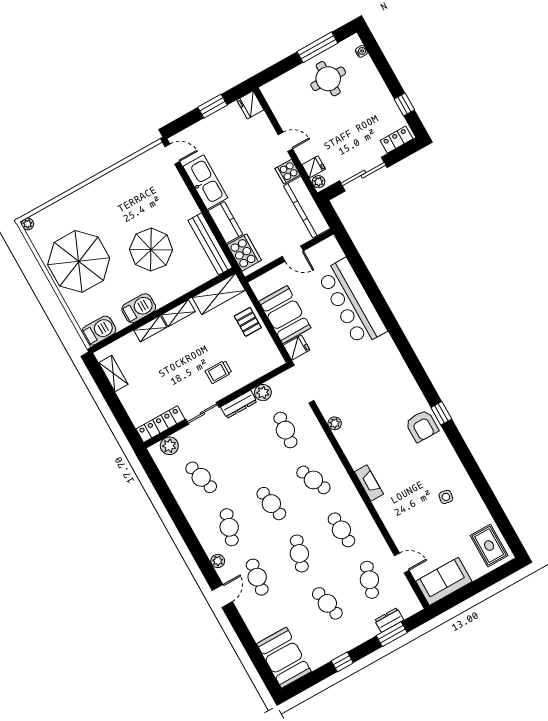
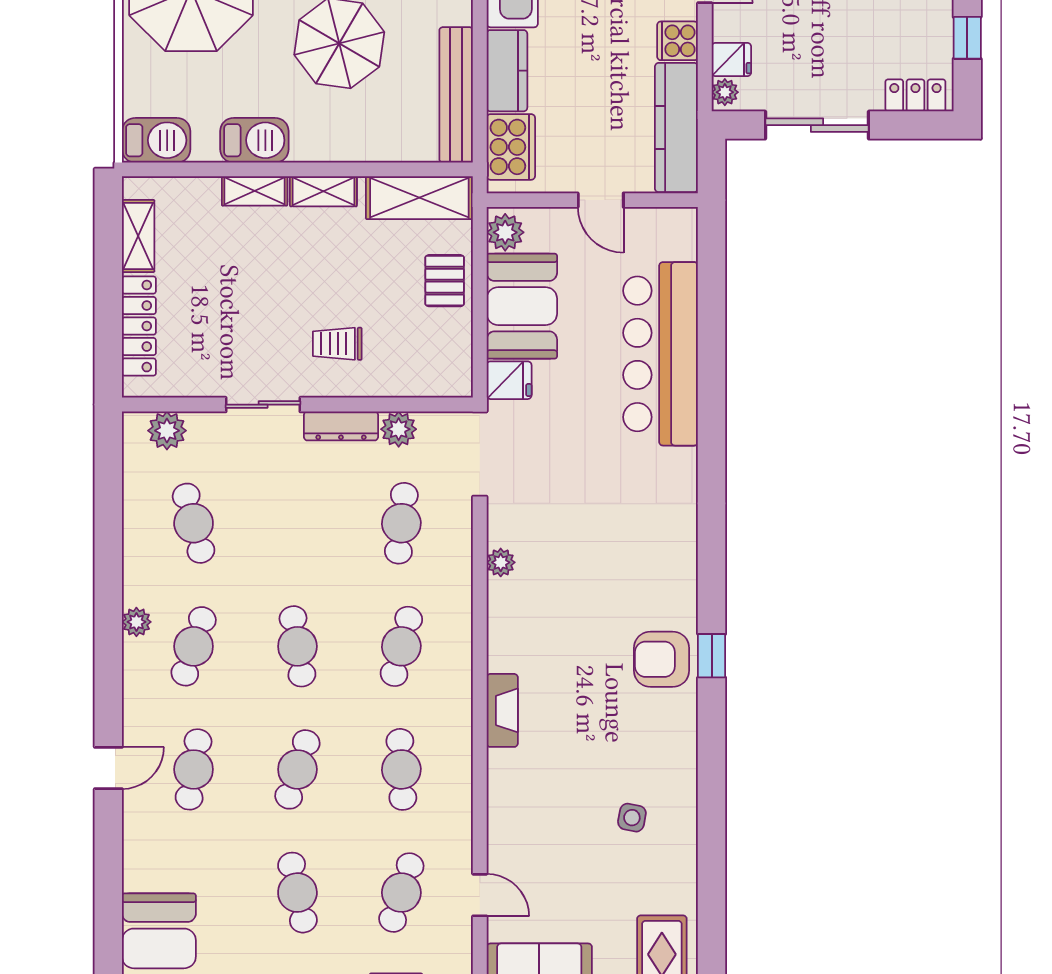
plant: (261, 288) -> (505, 232), added
locker: (161, 424) -> (139, 326), moved, turned 90
armchair: (422, 426) -> (662, 659), turned 90
cafe table: (313, 480) -> (401, 646), turned 39
plant: (218, 561) -> (136, 622), moved

